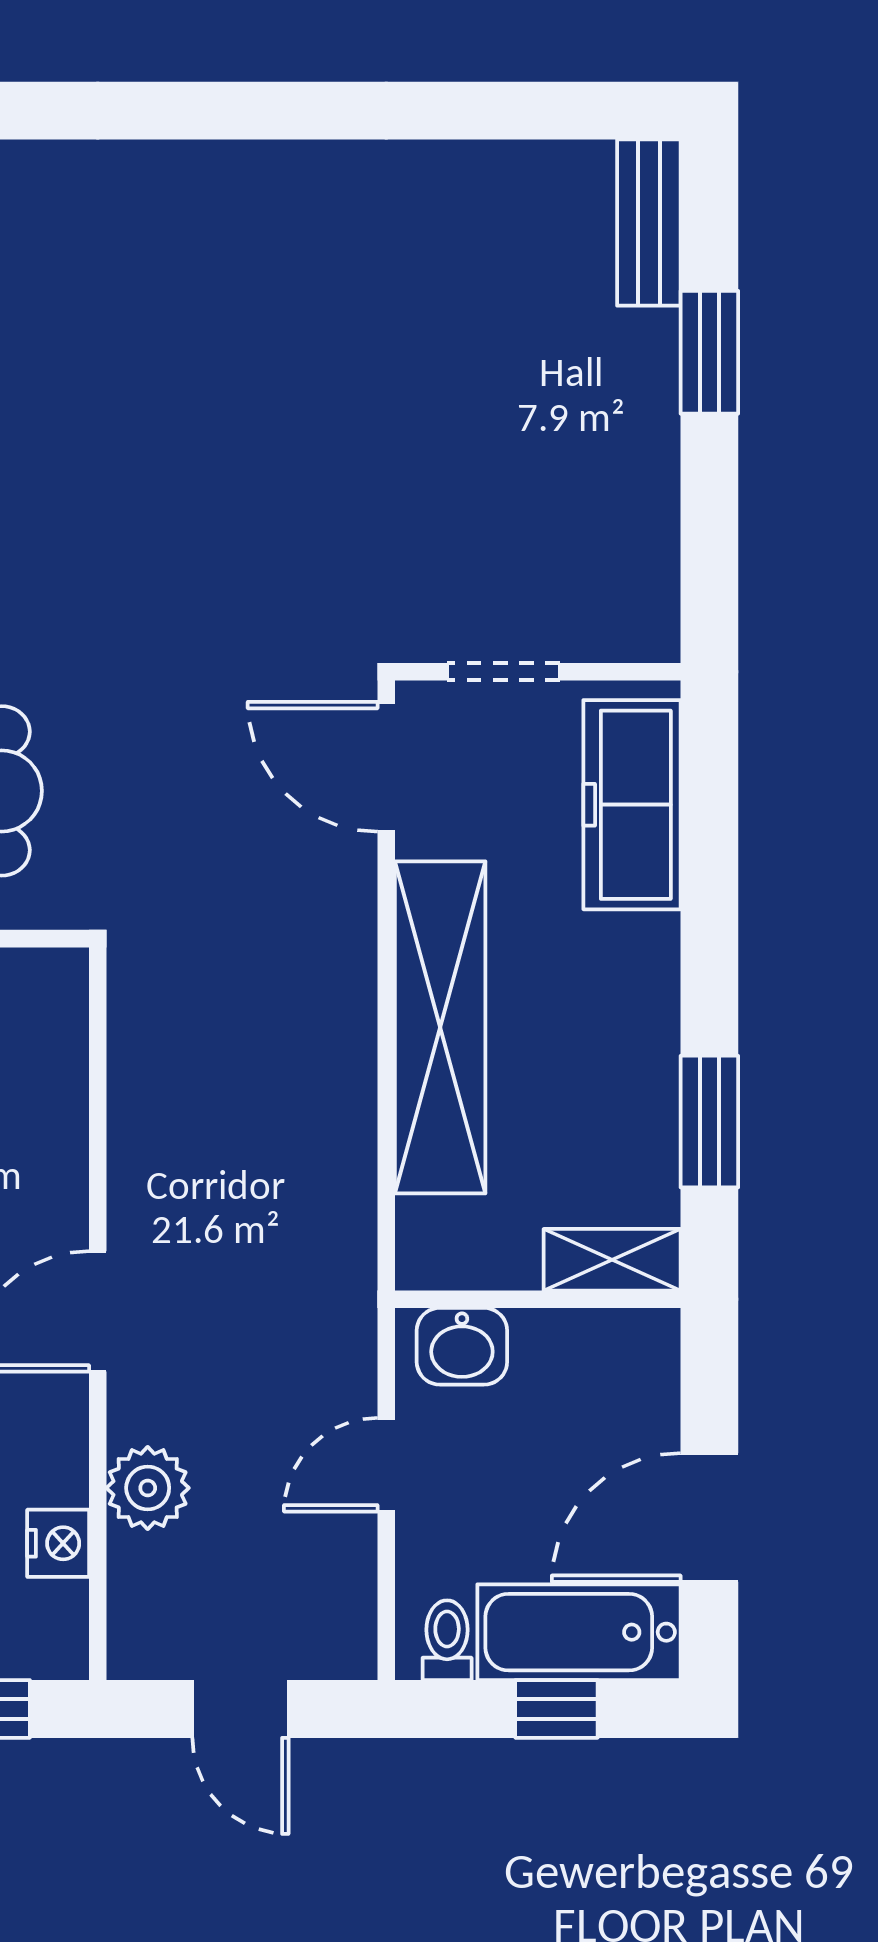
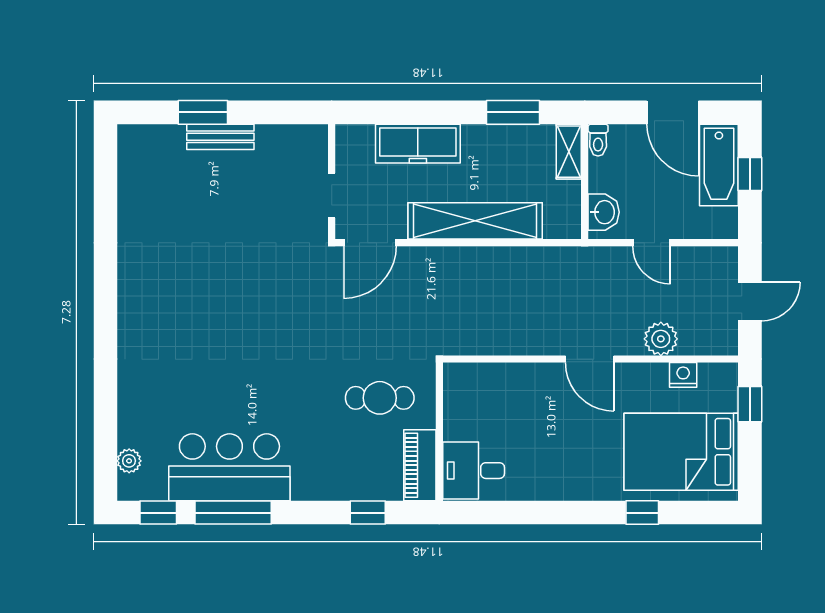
bench: (649, 223) -> (220, 137), moved
freezer: (632, 805) -> (418, 144), moved
toilet: (447, 1640) -> (598, 140), moved, turned -90

